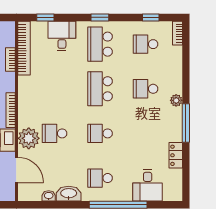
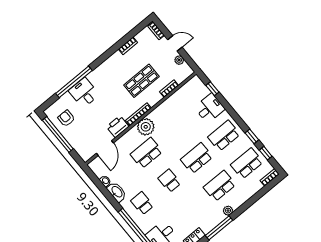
window: (100, 17) -> (252, 136), moved
school desk: (146, 44) -> (247, 163), width x1.85
bookcase: (24, 48) -> (183, 91), removed
school desk: (146, 89) -> (220, 186), width x1.85
school desk: (55, 133) -> (146, 153), width x1.85
plant: (29, 138) -> (146, 127), moved

